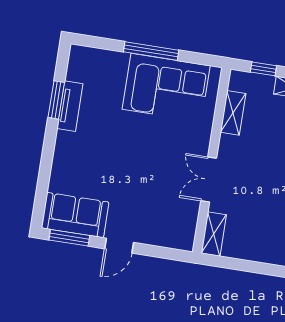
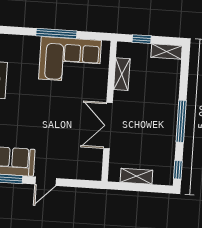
double door: (209, 179) -> (108, 126), width x1.37
shelving: (214, 234) -> (136, 176), moved, turned 90

